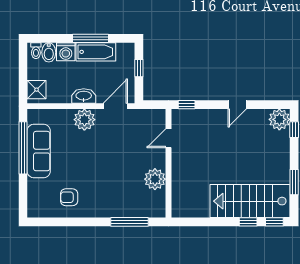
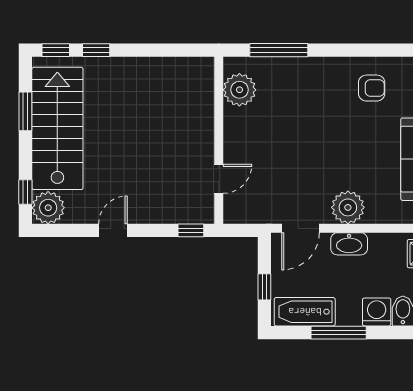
bathtub: (96, 52) -> (305, 312), moved
plant: (155, 179) -> (239, 90), moved
stairs: (250, 201) -> (57, 128), moved, turned -90

